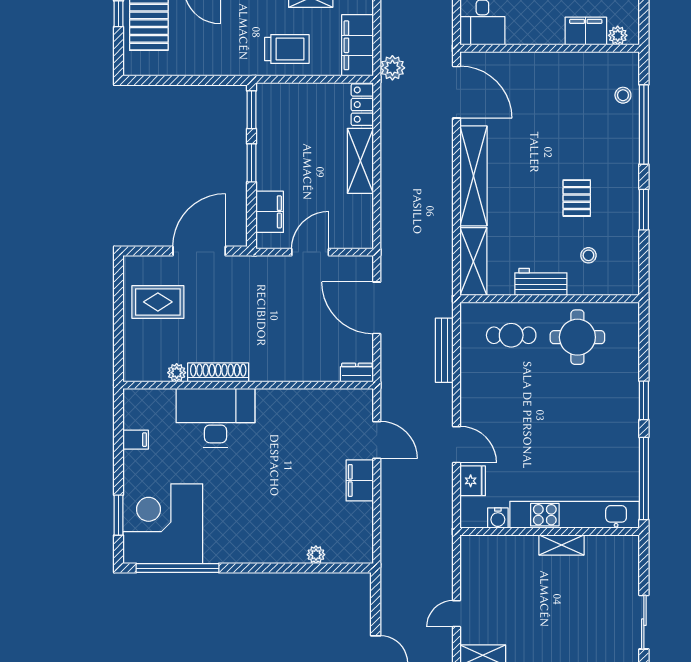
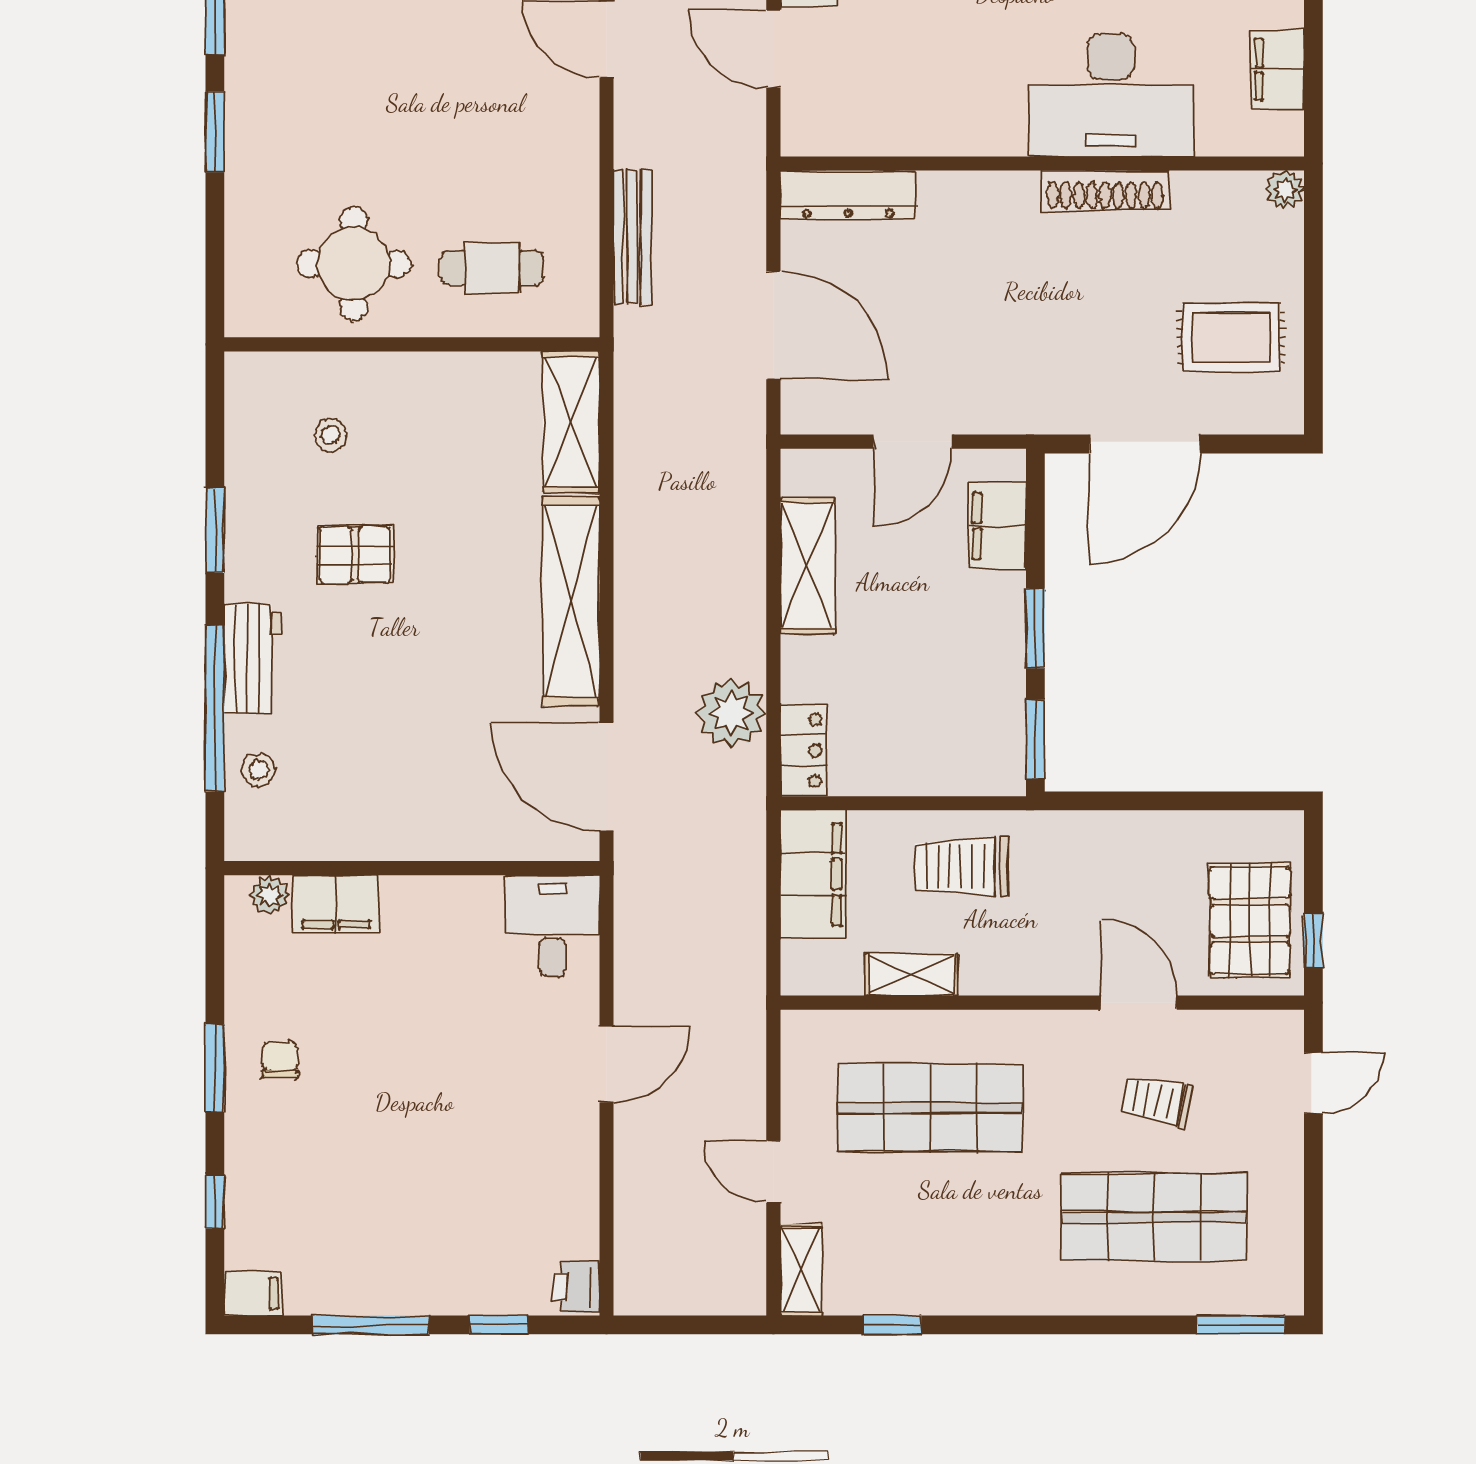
plant: (392, 68) -> (731, 713), moved, width x1.36, depth x1.36
shelving: (360, 161) -> (808, 565), moved
pallet: (577, 198) -> (355, 555), turned 90
workbench: (541, 282) -> (252, 659), moved, turned -90
plant: (177, 373) -> (1285, 190), moved
dresser: (357, 373) -> (848, 195), width x1.96, depth x1.24
filing cabinet: (136, 440) -> (1278, 69), width x2.00

